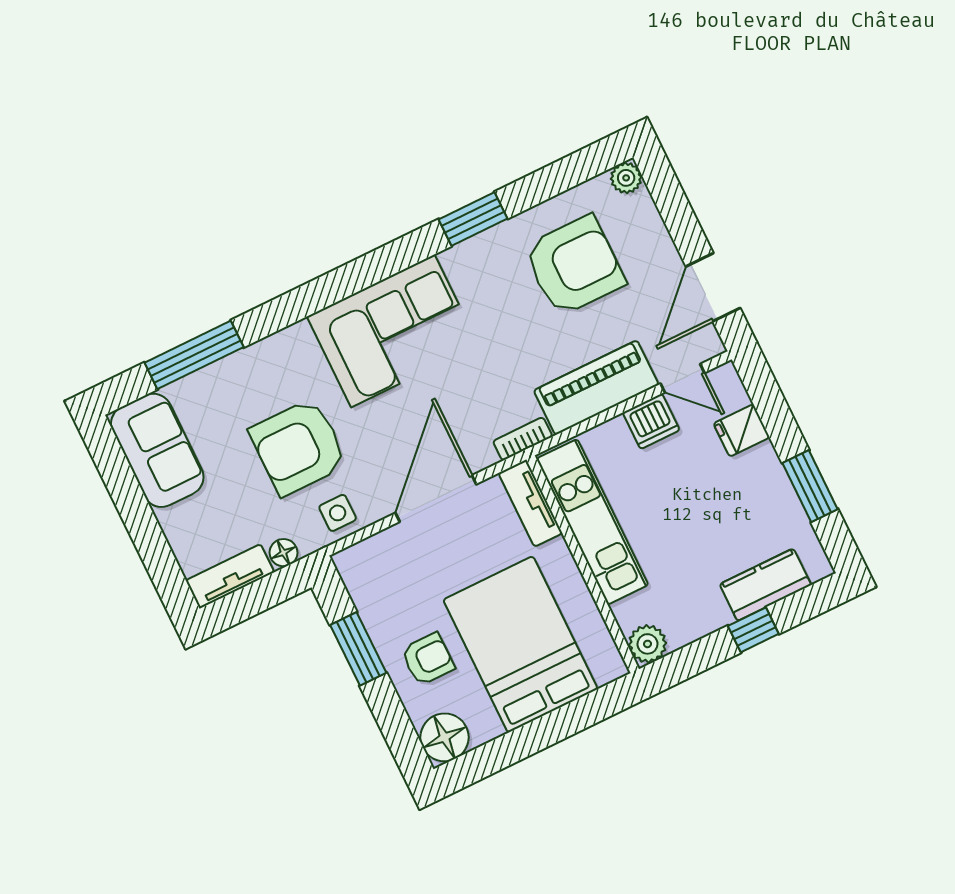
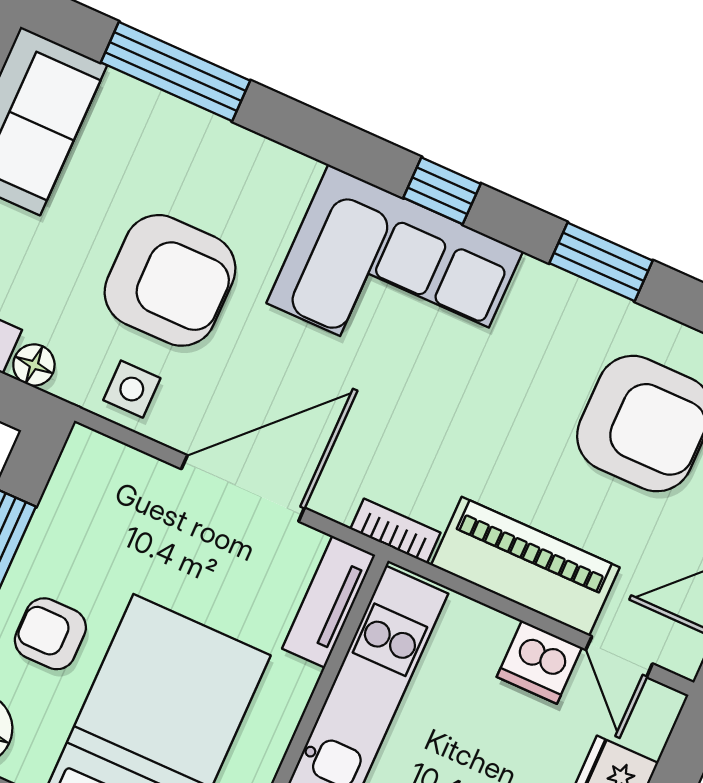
window: (369, 270) -> (442, 191), added
armchair: (298, 447) -> (170, 280), turned 180
armchair: (428, 659) -> (50, 634), turned 180

